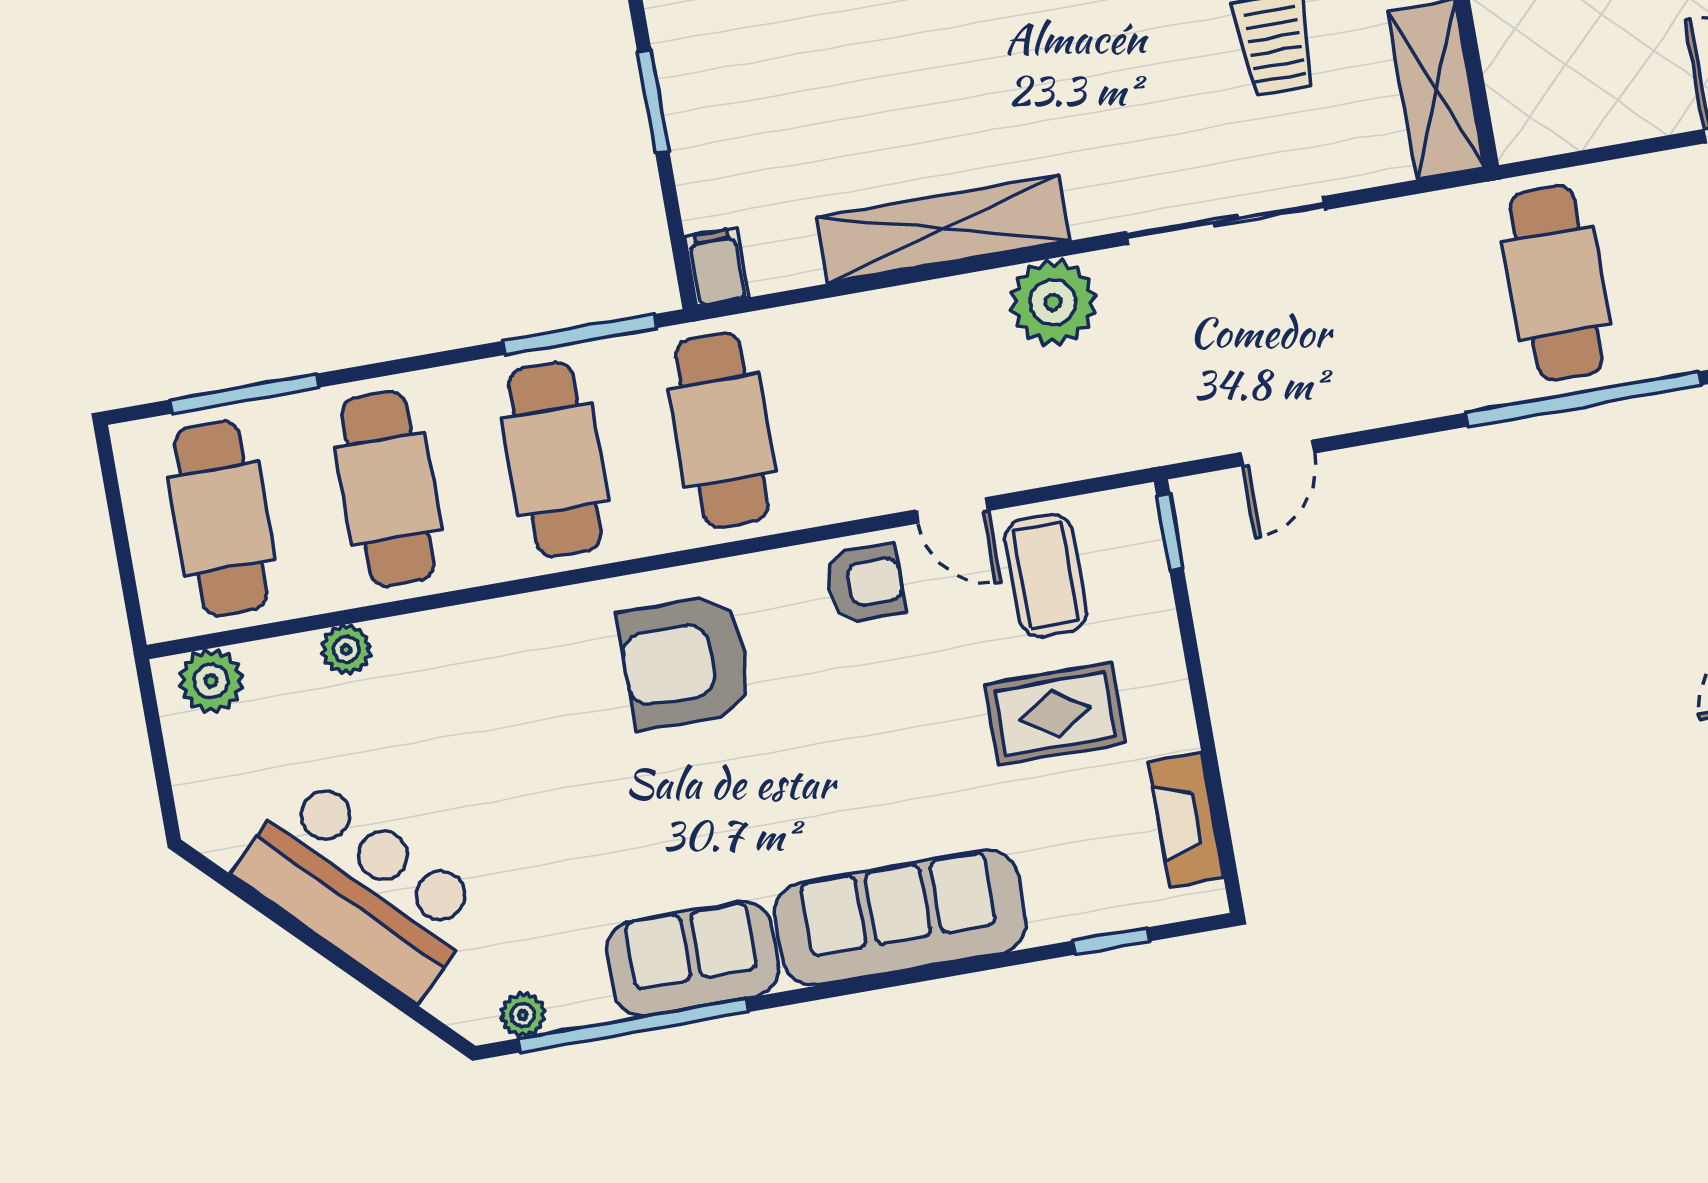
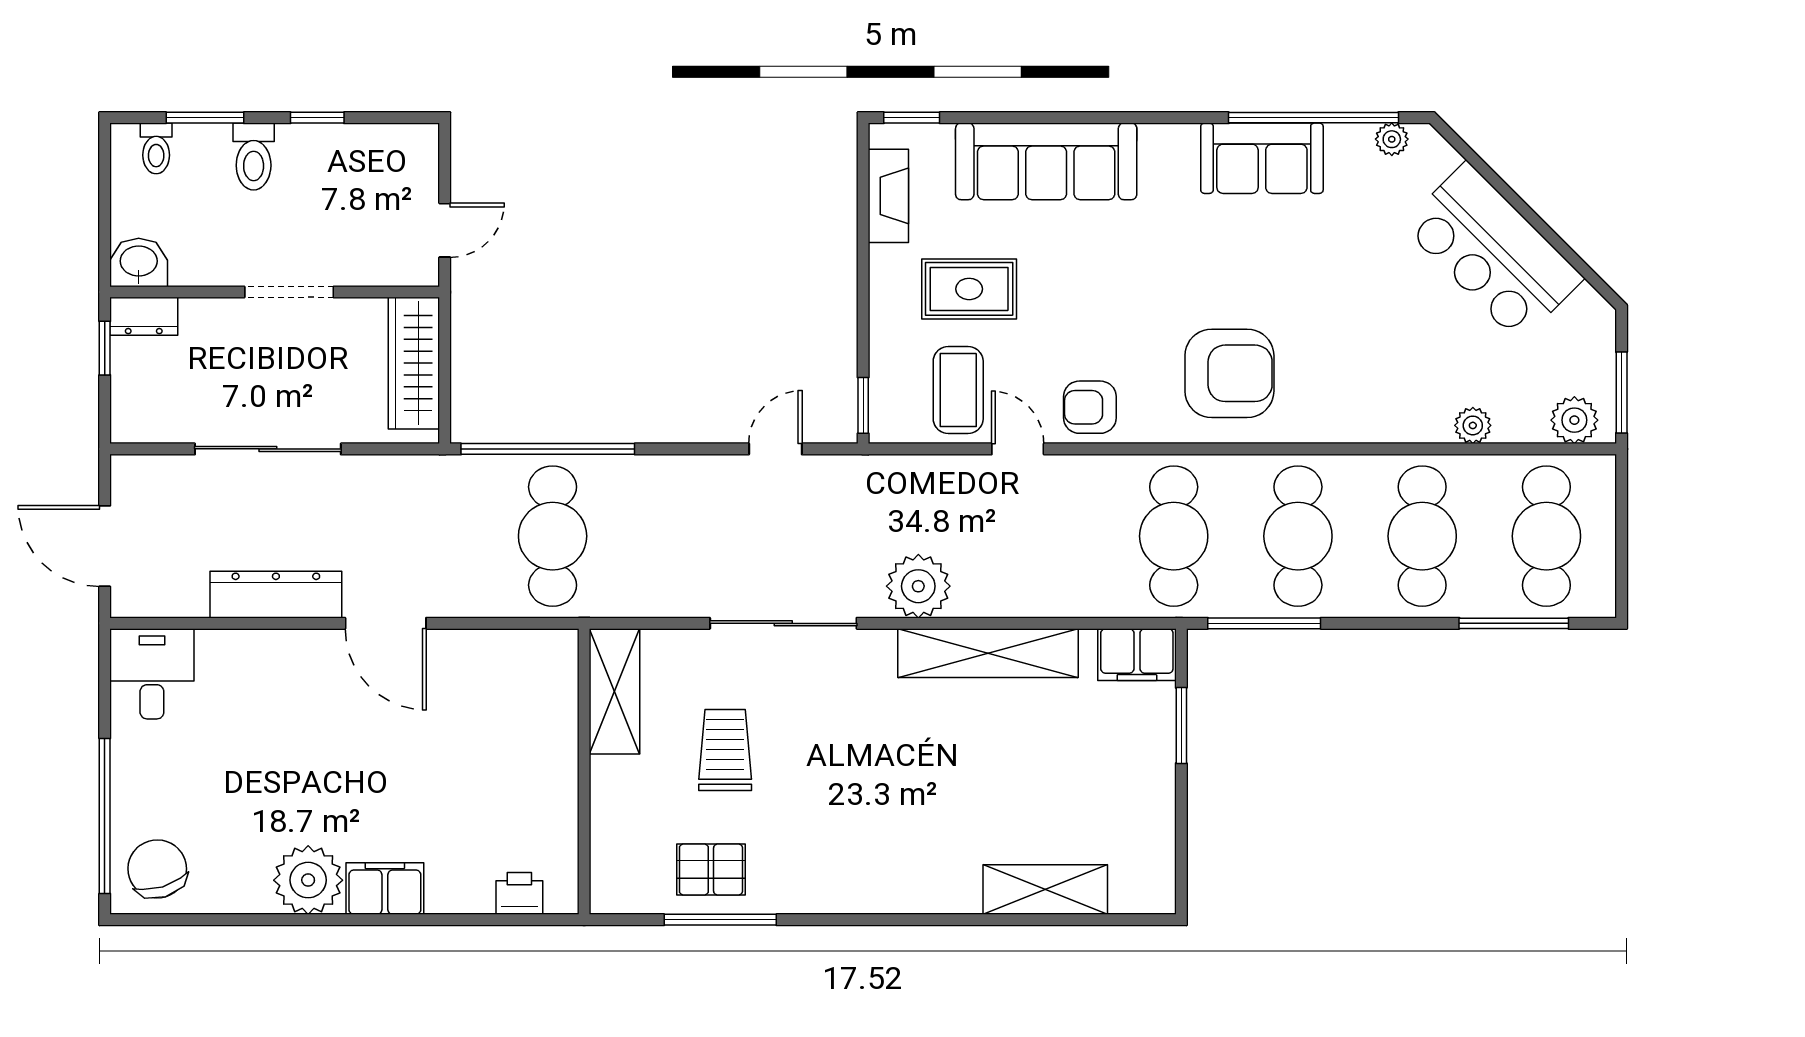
window: (653, 102) -> (1181, 726), moved
filing cabinet: (717, 267) -> (1137, 655), width x2.00
window: (154, 729) -> (1622, 392), added
sofa: (900, 918) -> (1046, 161), moved
window: (1111, 941) -> (912, 118), moved

